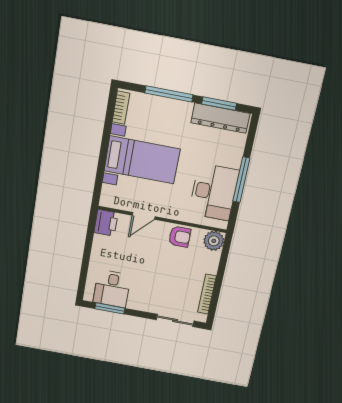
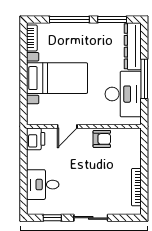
dresser: (220, 118) -> (133, 46), moved, turned 90
plant: (214, 241) -> (132, 137), removed
desk: (112, 289) -> (43, 185), moved, turned 90
window: (110, 308) -> (52, 218), width x0.67
sliding door: (175, 320) -> (91, 218), moved

